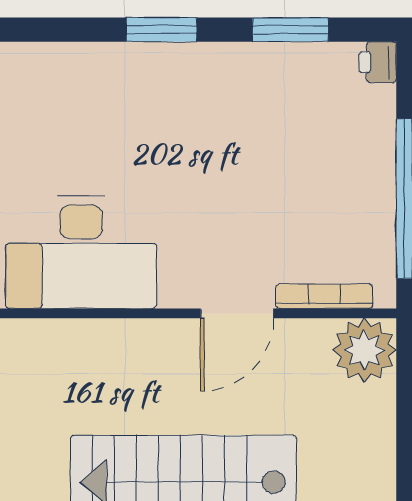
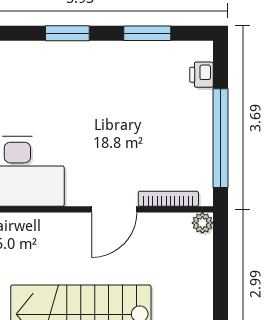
printer: (378, 62) -> (201, 75), moved
plant: (364, 350) -> (202, 223), width x0.53, depth x0.53

